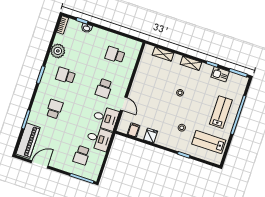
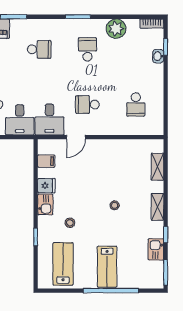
school desk: (115, 55) -> (136, 105), turned 180
lab bench: (221, 112) -> (107, 267), turned 90
kitchen sink: (163, 141) -> (45, 204), added

